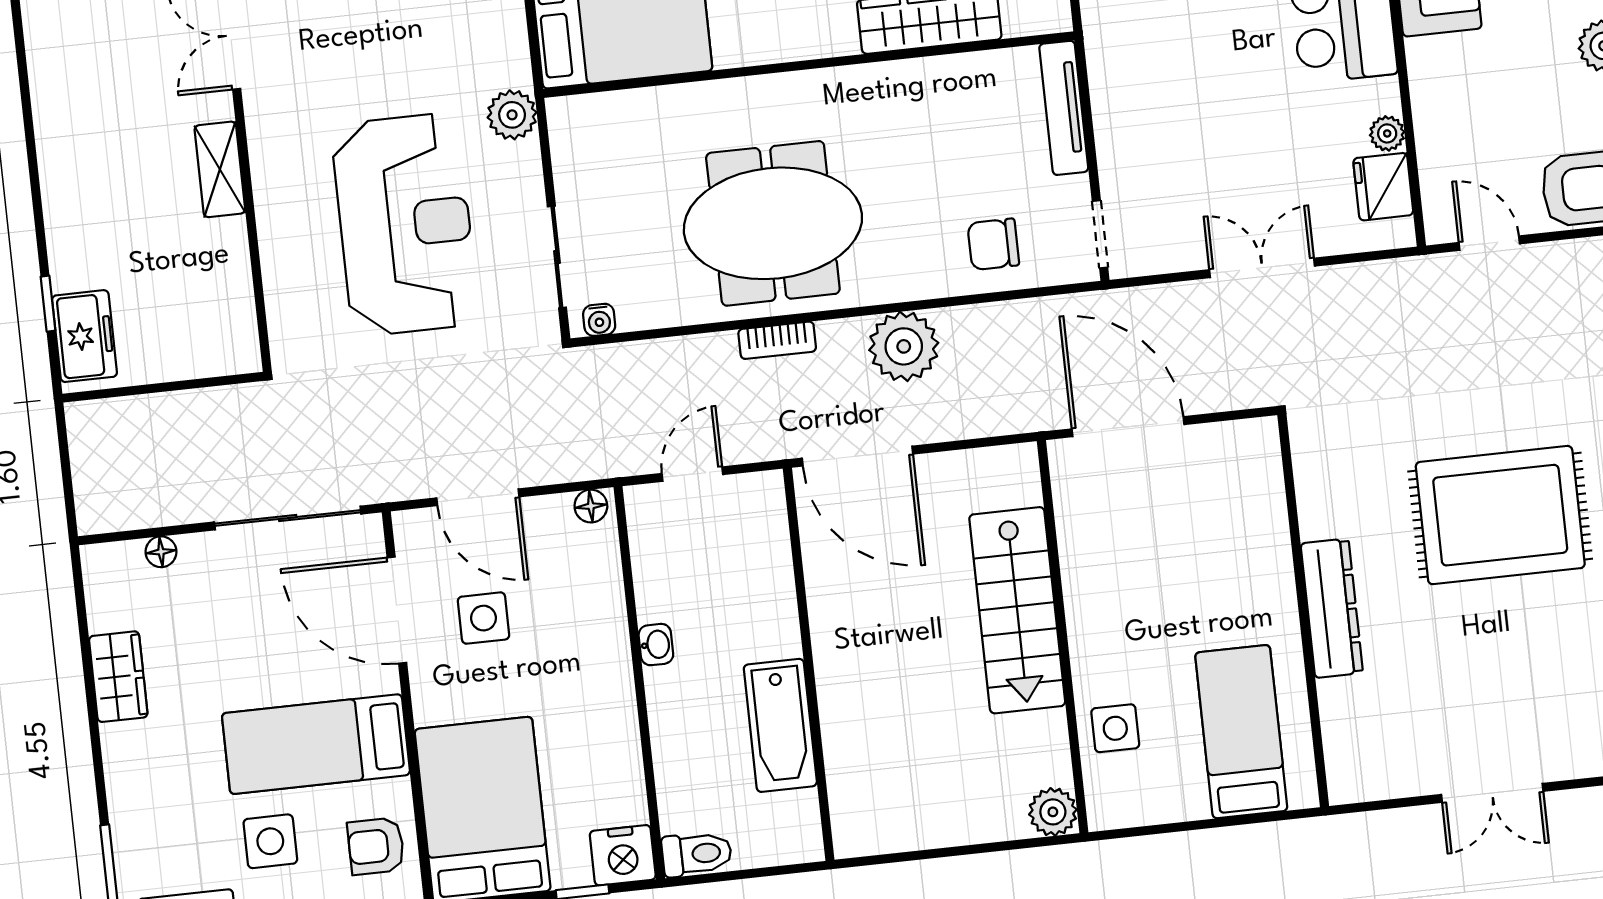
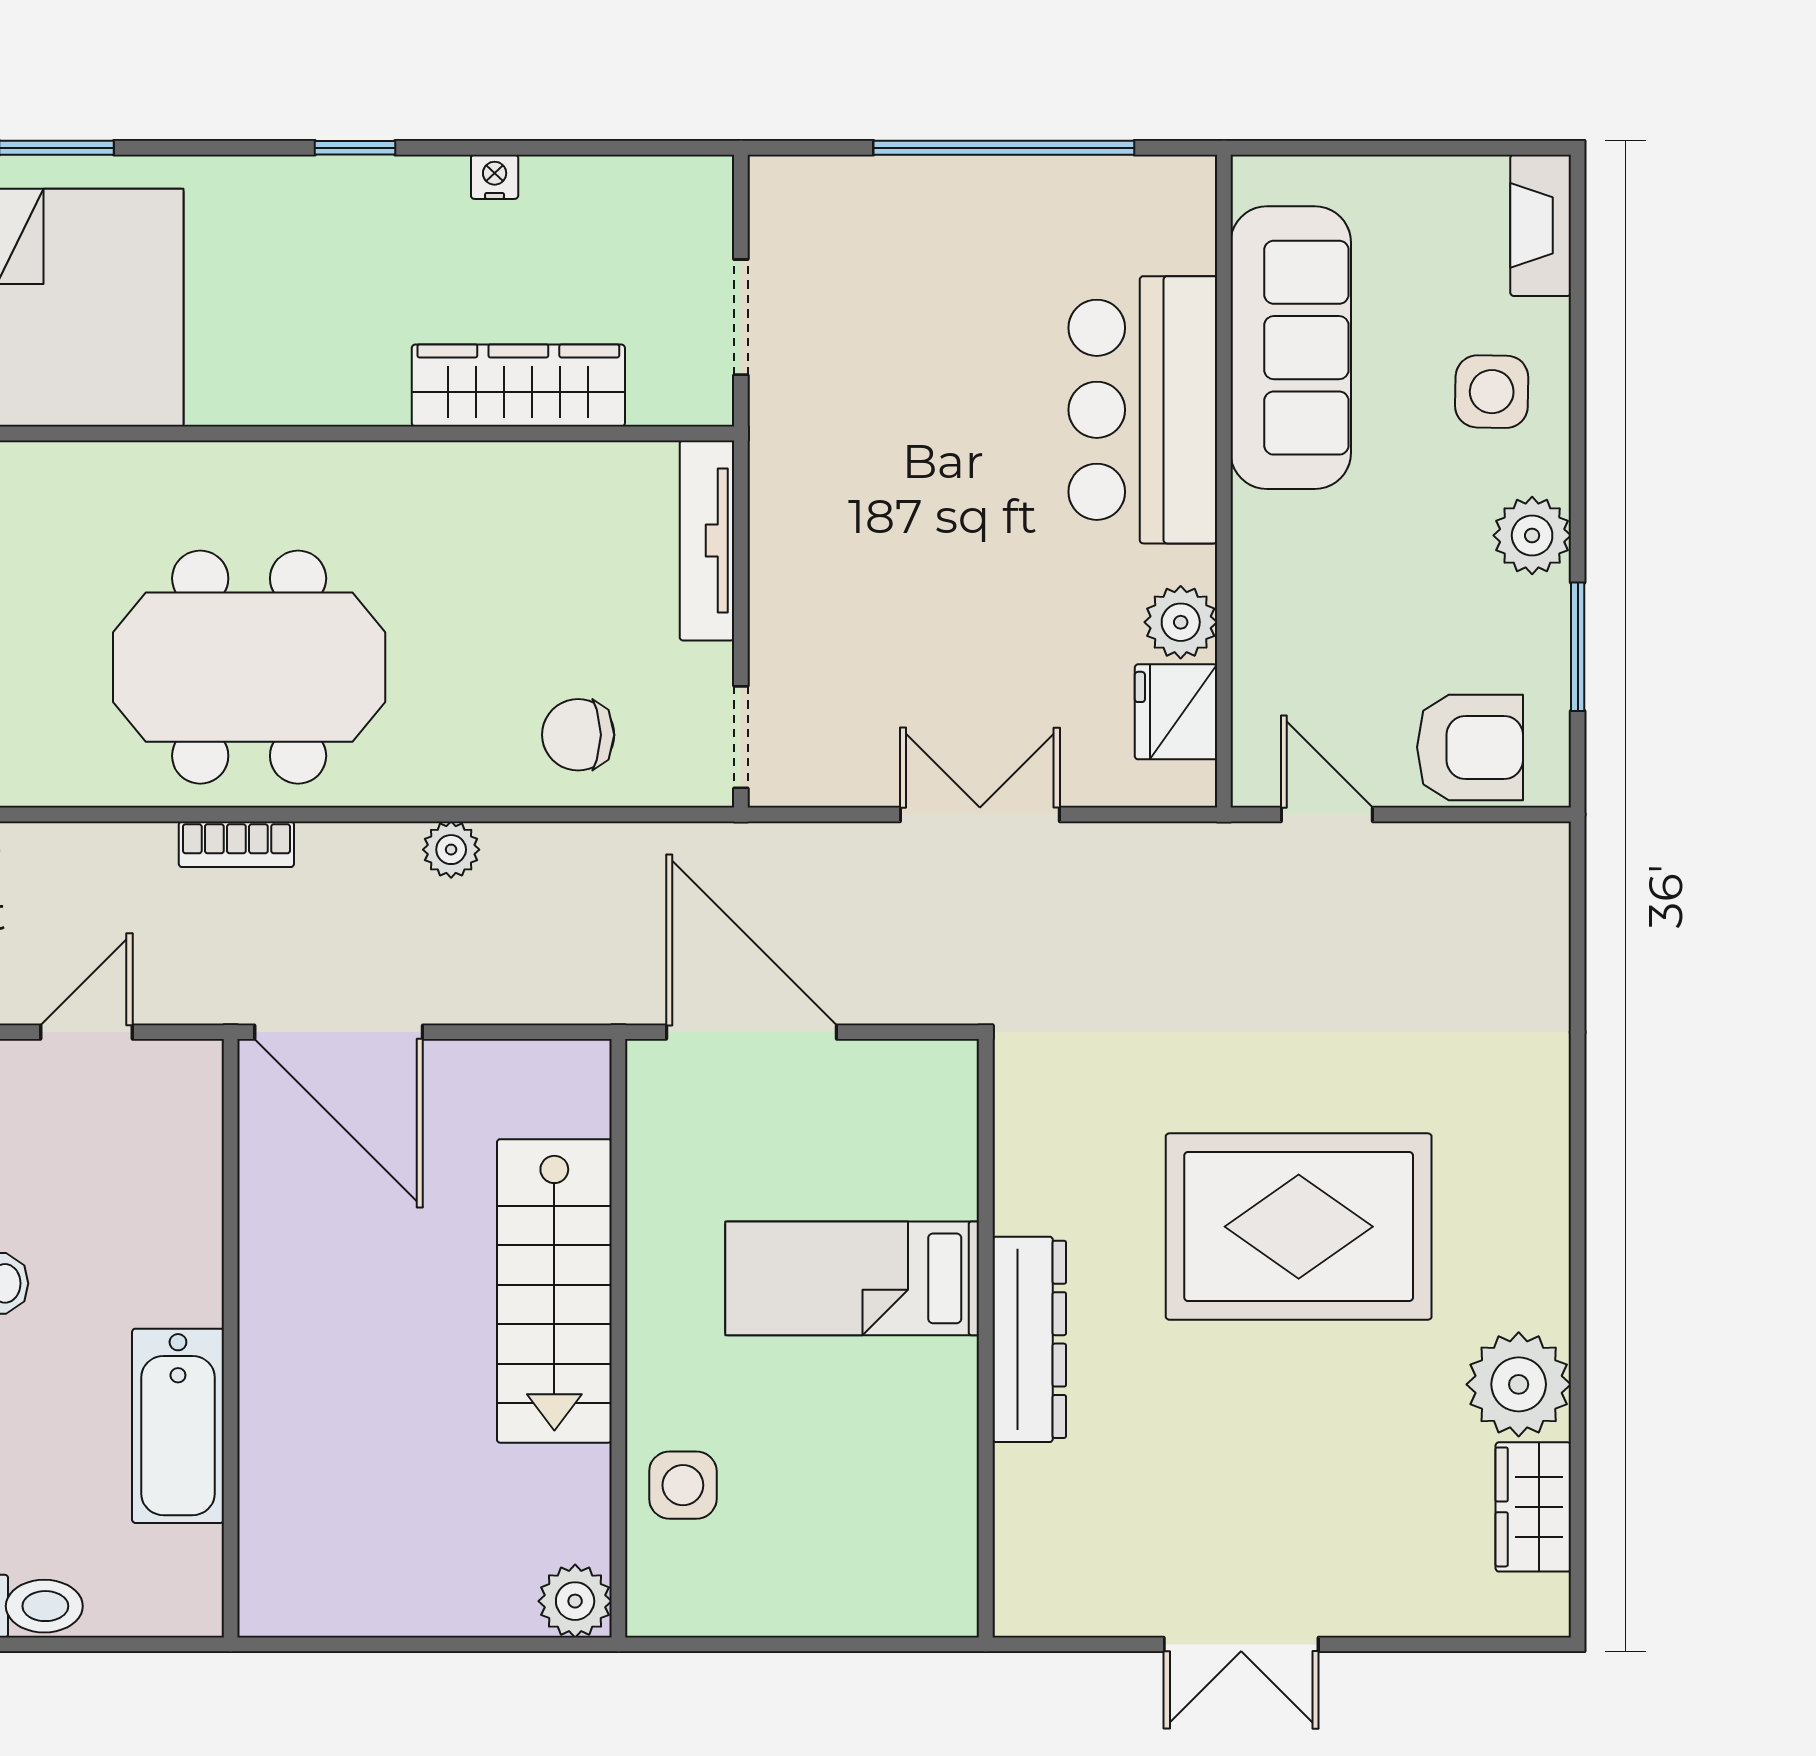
plant: (1387, 133) -> (1181, 622), width x1.38, depth x1.38
plant: (904, 346) -> (451, 850), width x0.53, depth x0.53
bed: (1241, 732) -> (852, 1278), moved, turned -90

